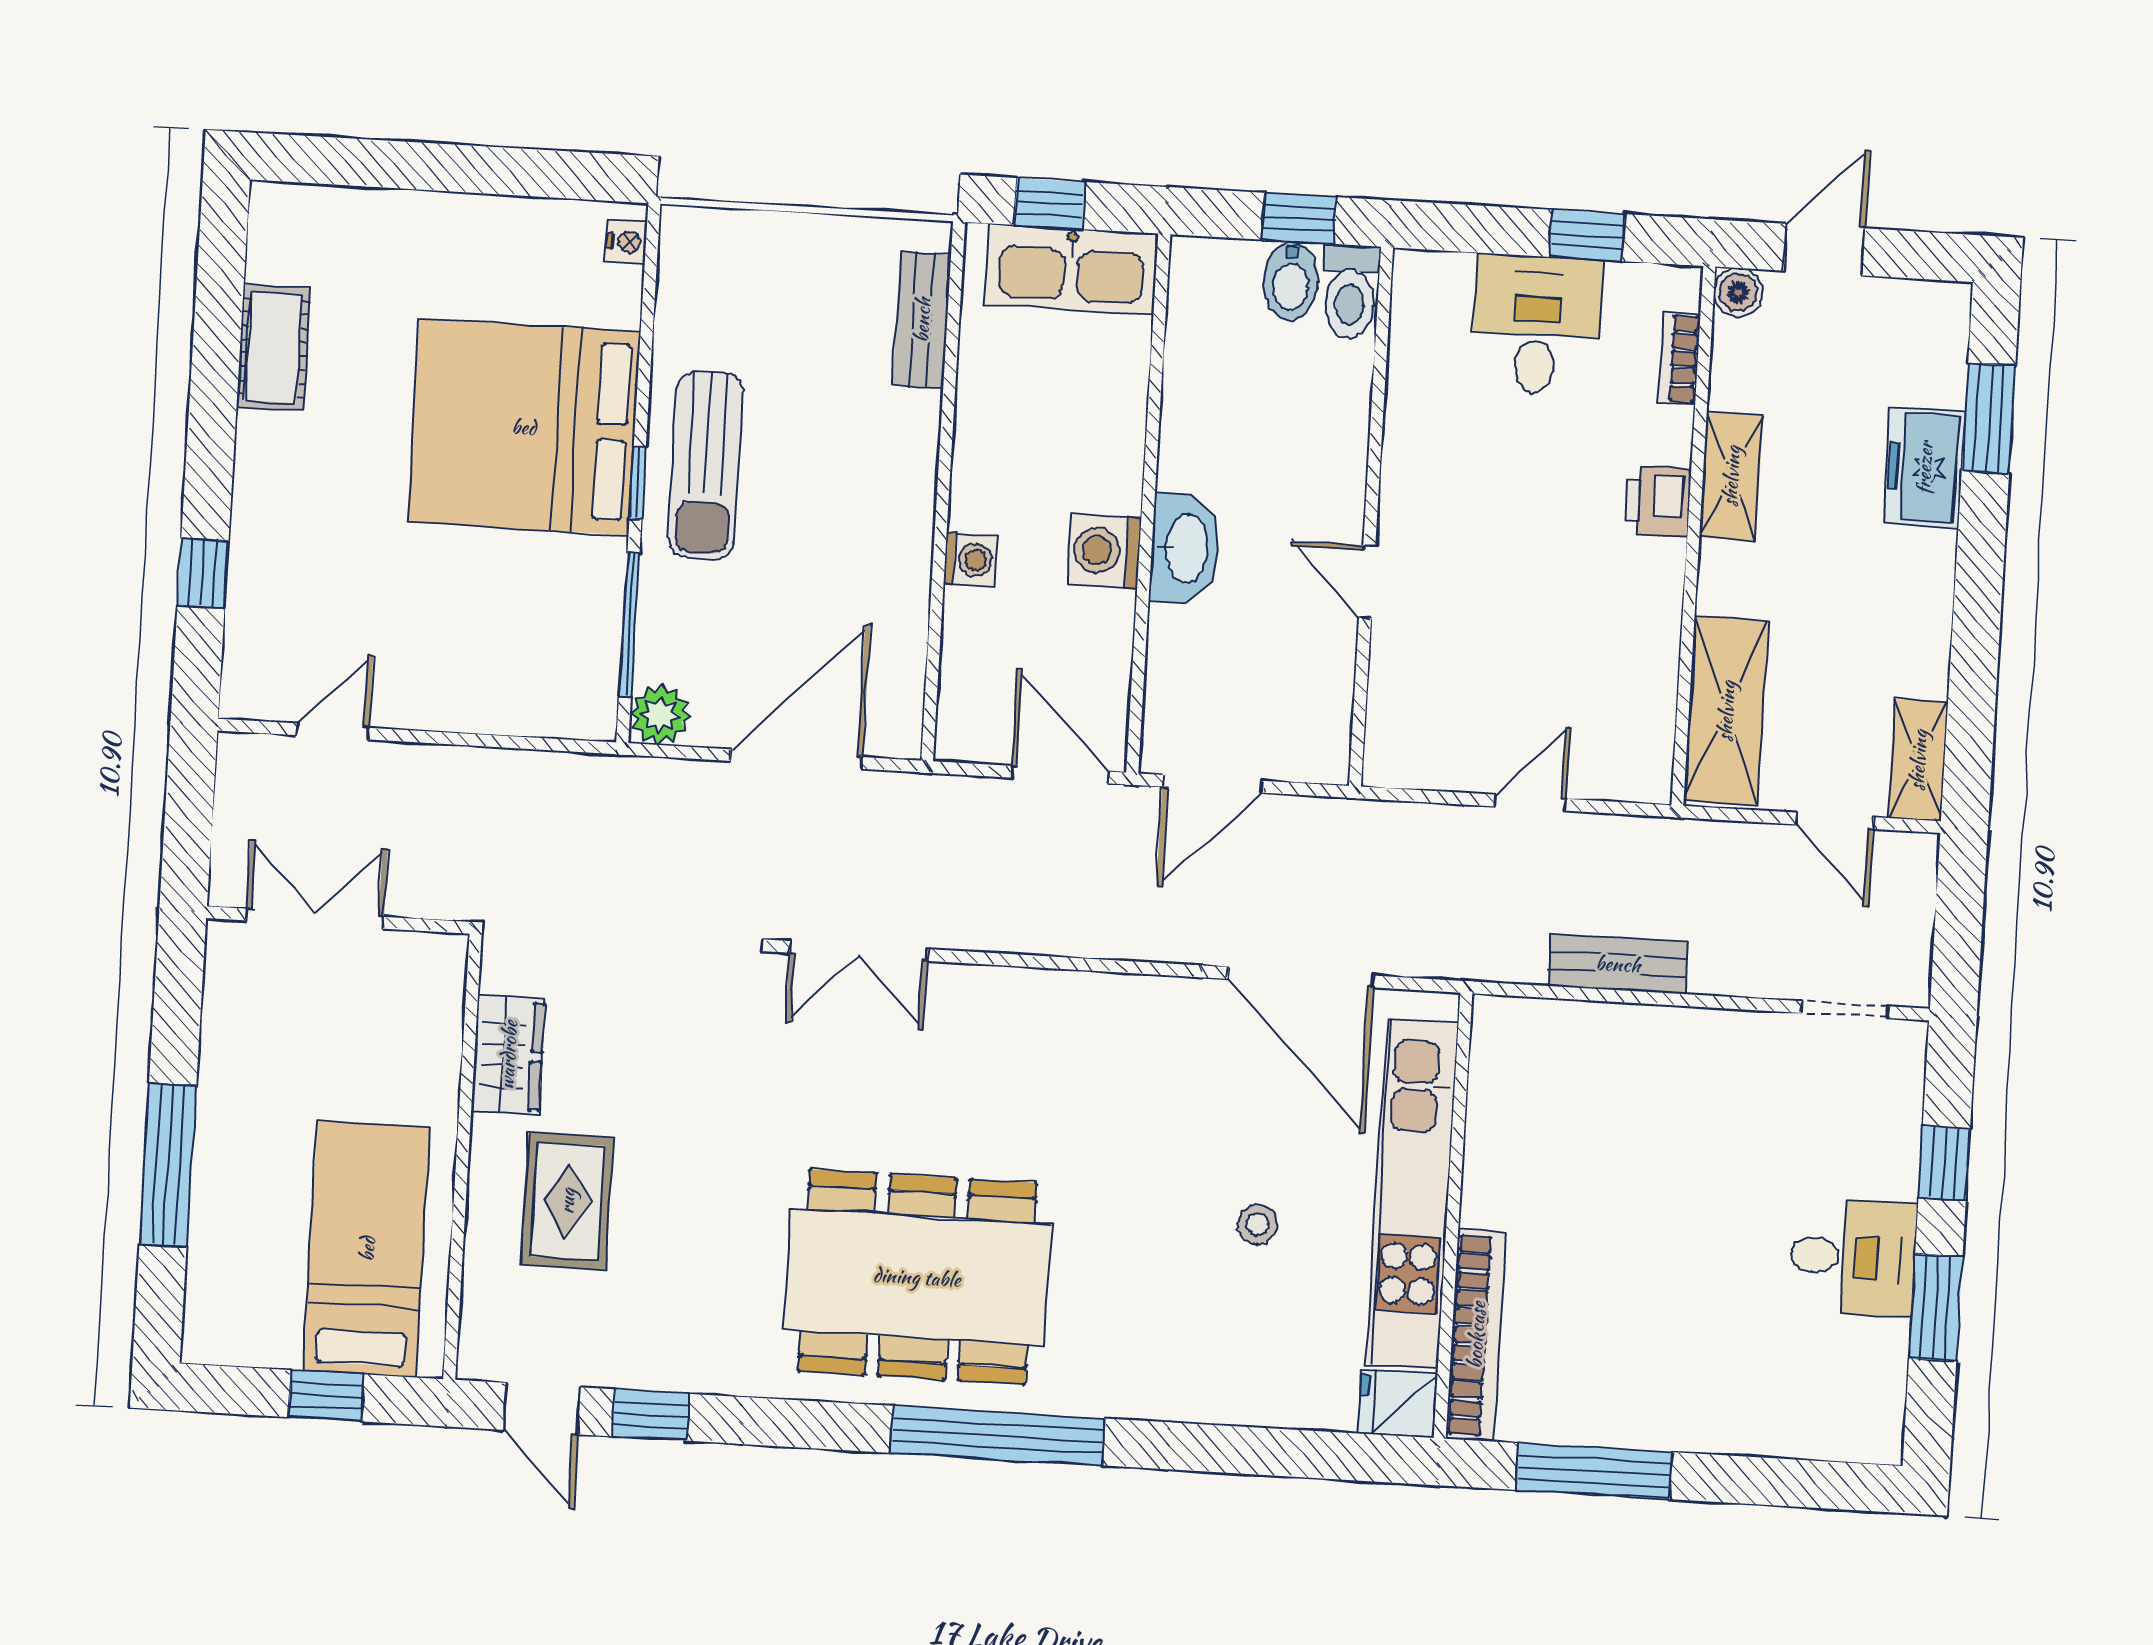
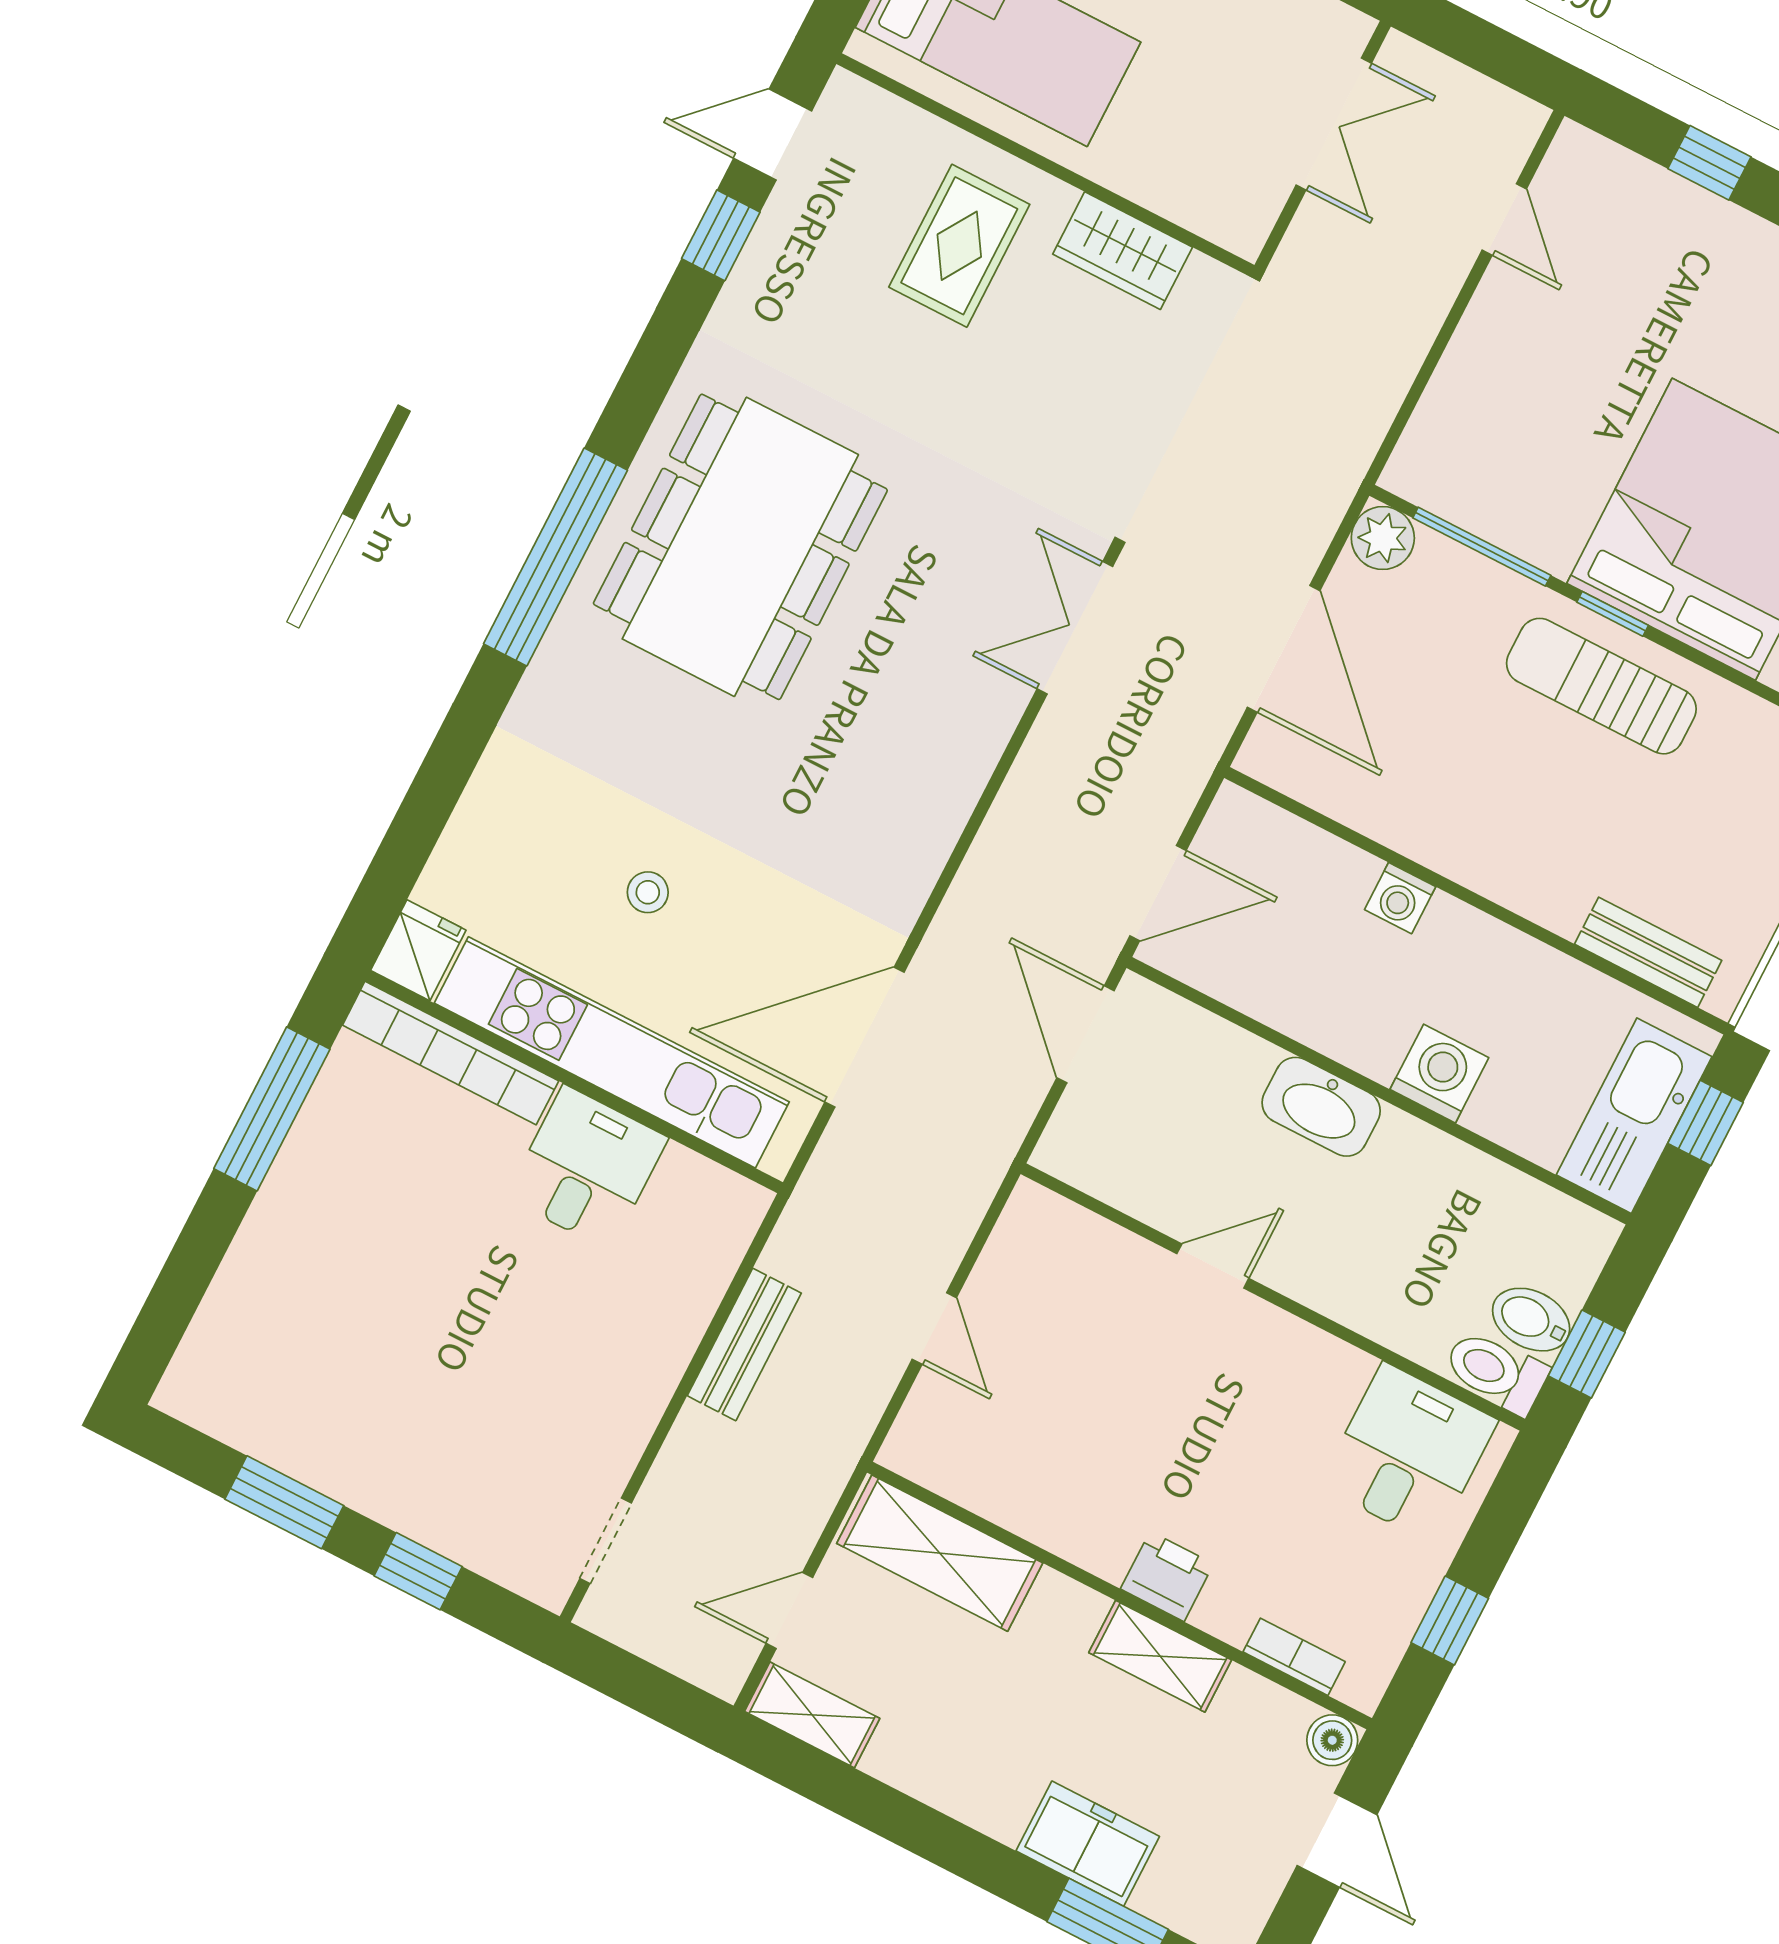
desk: (1537, 324) -> (1409, 1453), moved, turned -90
washing machine: (1104, 551) -> (1439, 1074), moved
rug: (567, 1201) -> (959, 246), turned 90
desk: (1853, 1257) -> (587, 1168), moved, turned 180

